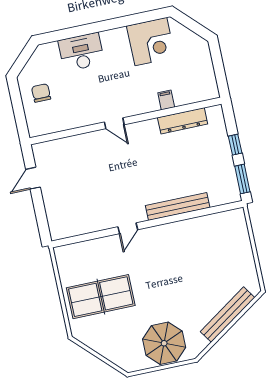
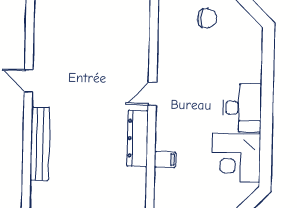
desk: (81, 52) -> (242, 108), moved
dresser: (183, 121) -> (138, 138), moved

